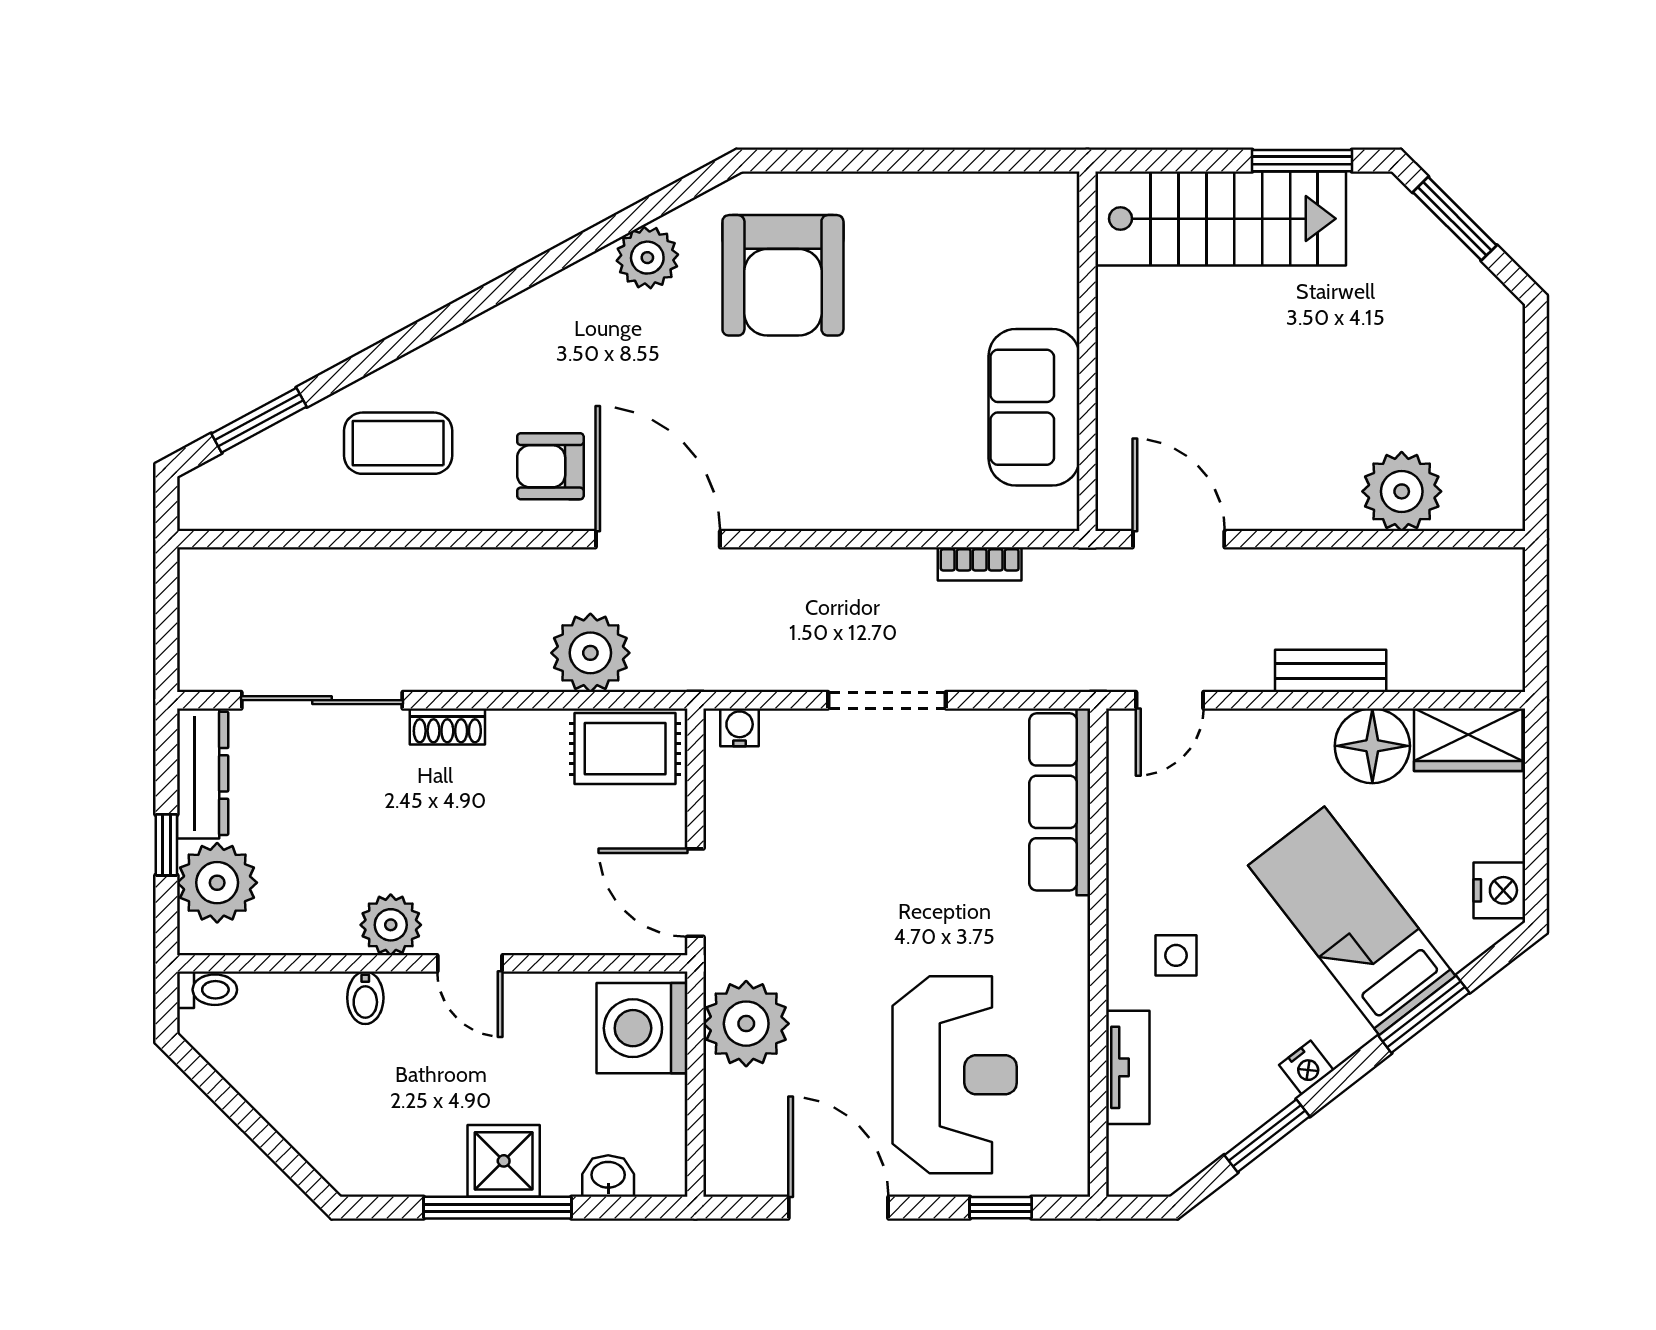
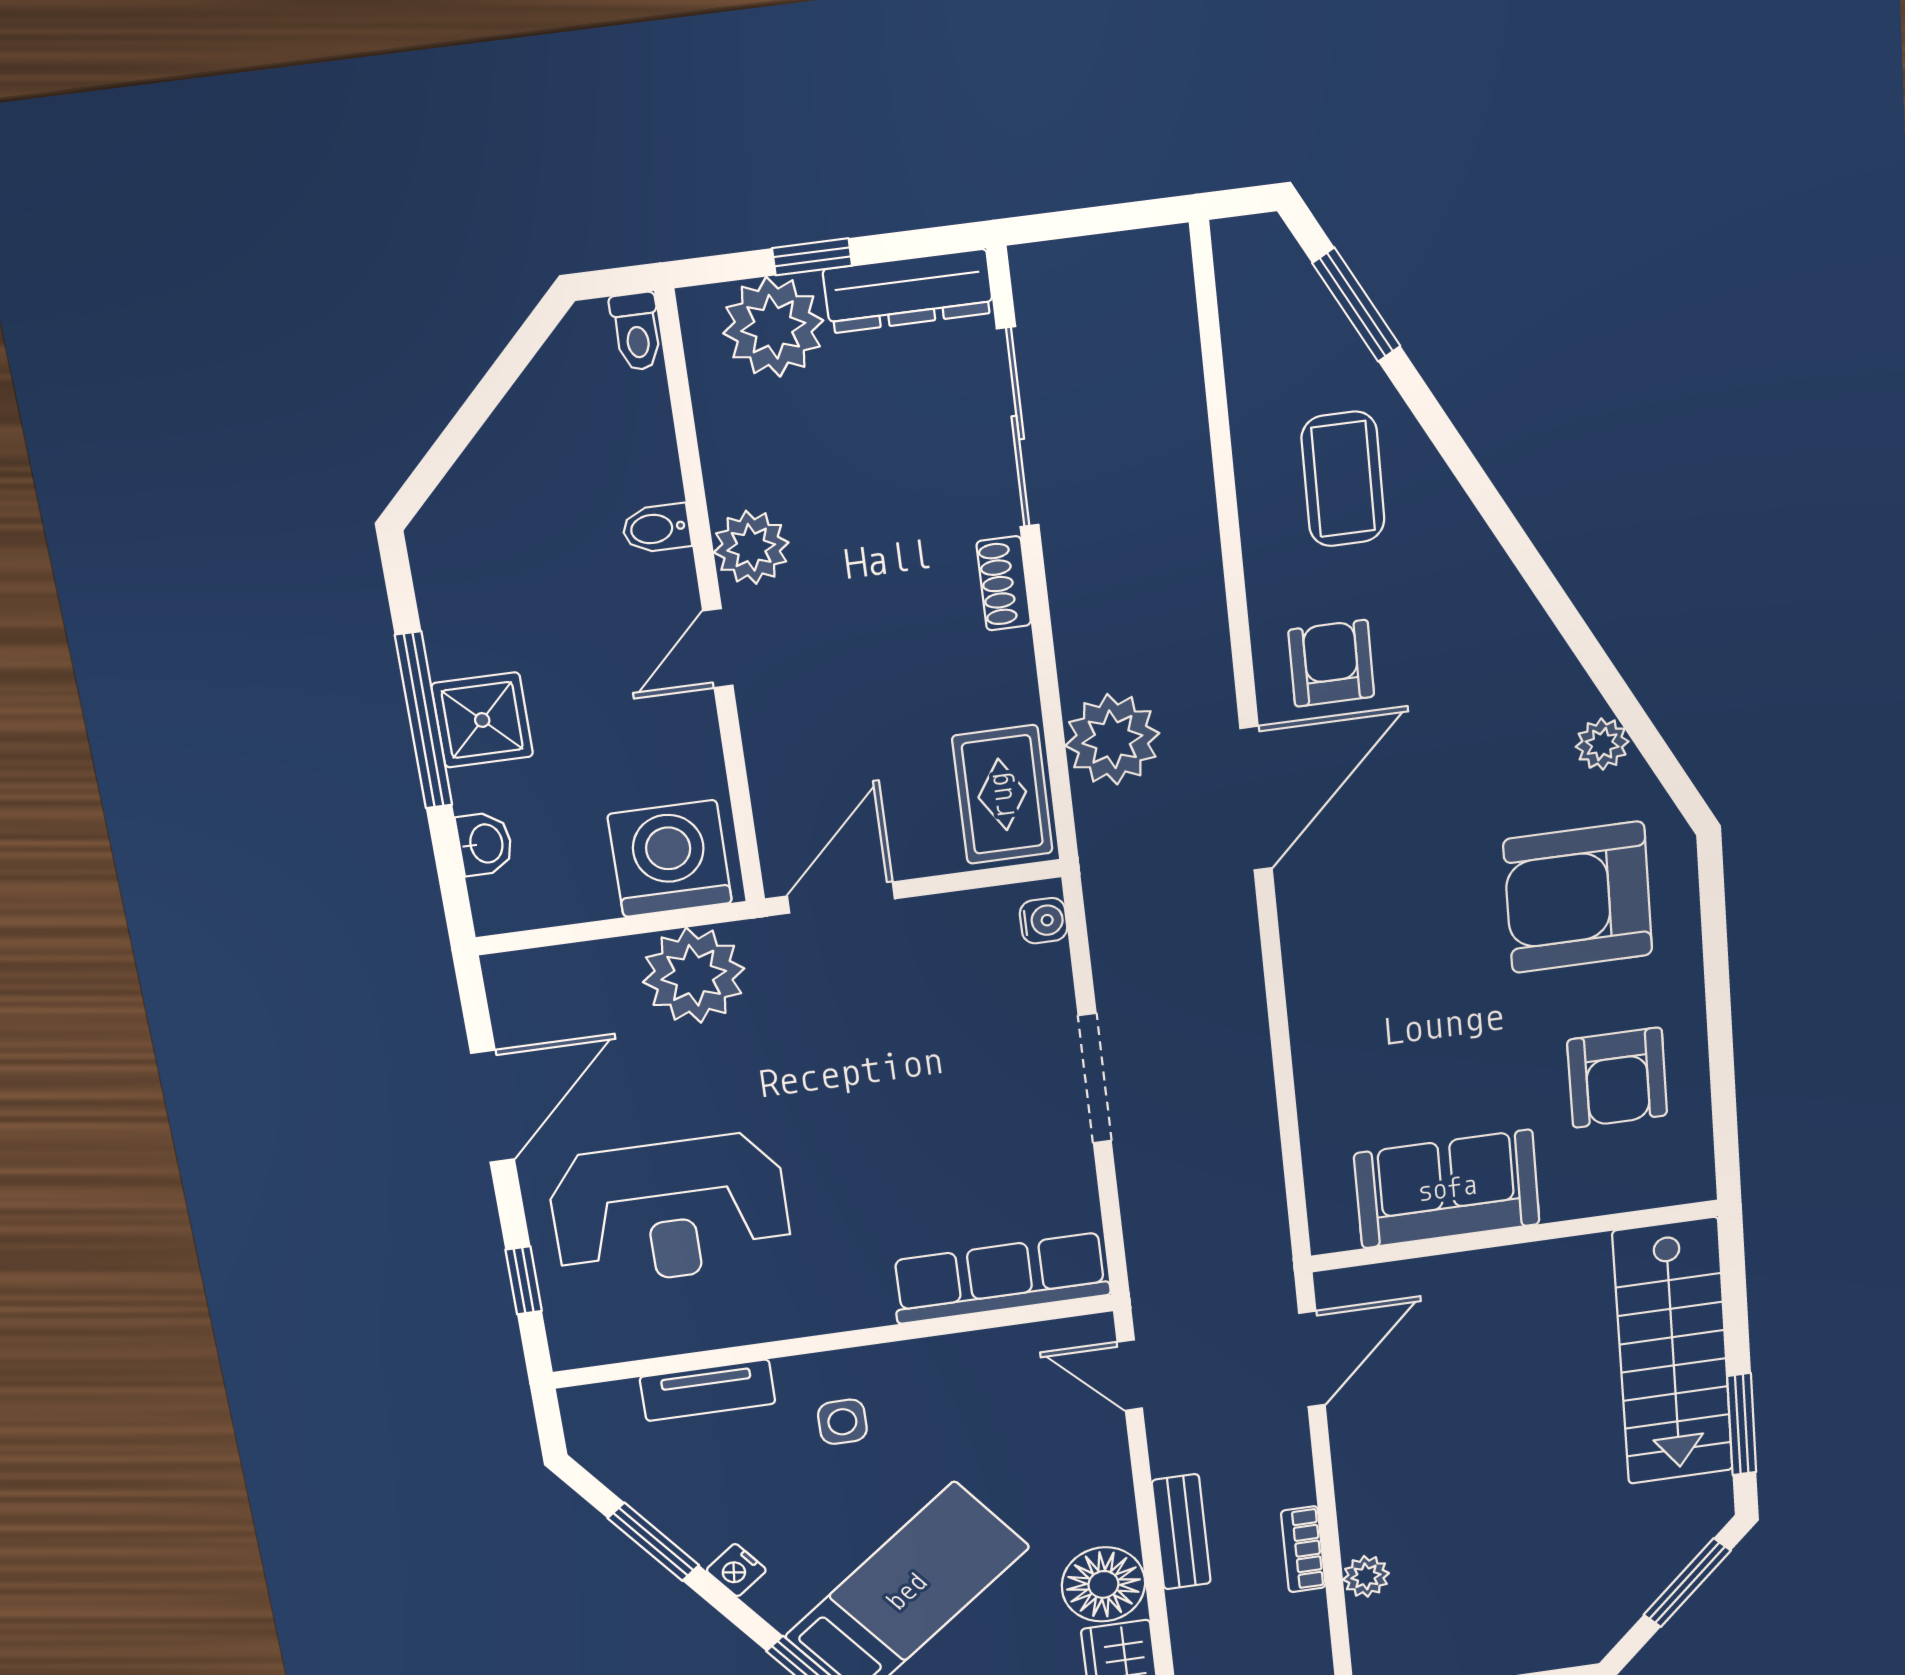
armchair: (952, 252) -> (1617, 1078), added
plant: (647, 258) -> (1602, 744), width x0.73, depth x0.73
plant: (1402, 491) -> (1366, 1576), width x0.53, depth x0.53
bookcase: (980, 564) -> (1303, 1549), moved

